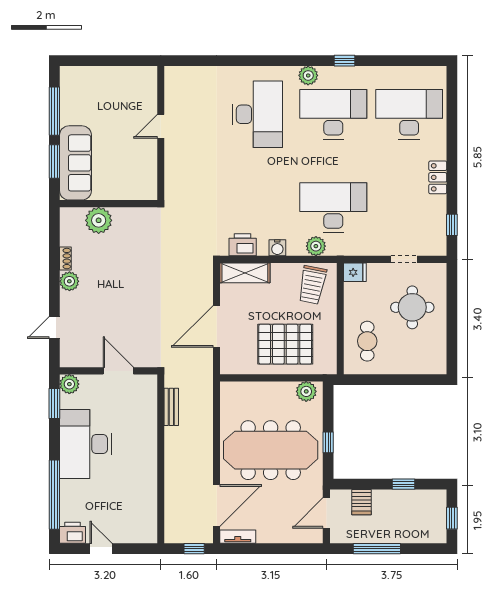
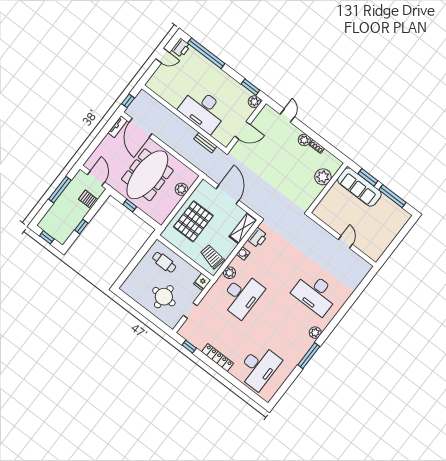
window: (345, 61) -> (309, 356), width x2.17
desk: (333, 114) -> (287, 330), removed
locker: (438, 177) -> (217, 357), width x1.53
plant: (306, 391) -> (181, 189), moved
desk: (86, 444) -> (203, 110), moved, turned 180

